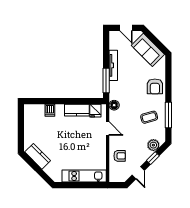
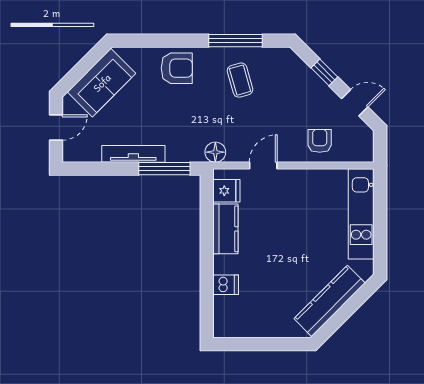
plant: (153, 145) -> (298, 71), removed
kitchen counter: (38, 156) -> (330, 301), width x1.50

